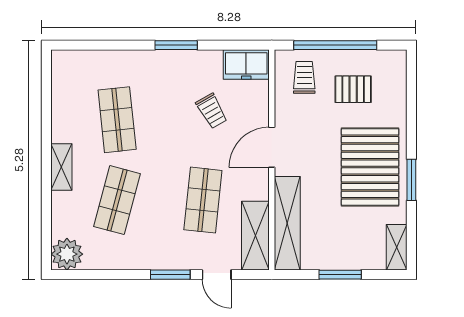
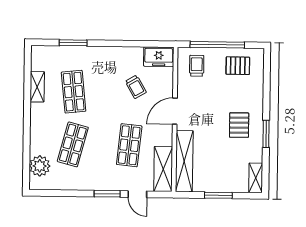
window: (176, 45) -> (73, 43), moved
pallet: (353, 89) -> (238, 66), moved
shelving: (61, 167) -> (37, 87), moved
pallet: (370, 167) -> (239, 125), width x0.49, depth x0.50
plant: (67, 254) -> (40, 166), moved

